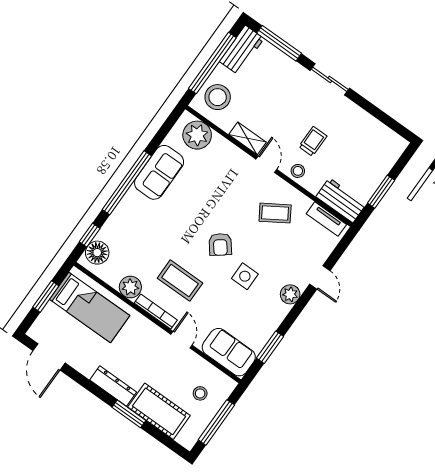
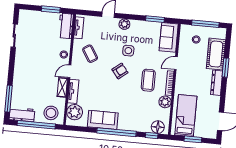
sliding door: (330, 79) -> (14, 36), moved
trolley: (313, 141) -> (46, 56), removed
tv unit: (231, 152) -> (73, 91), added

